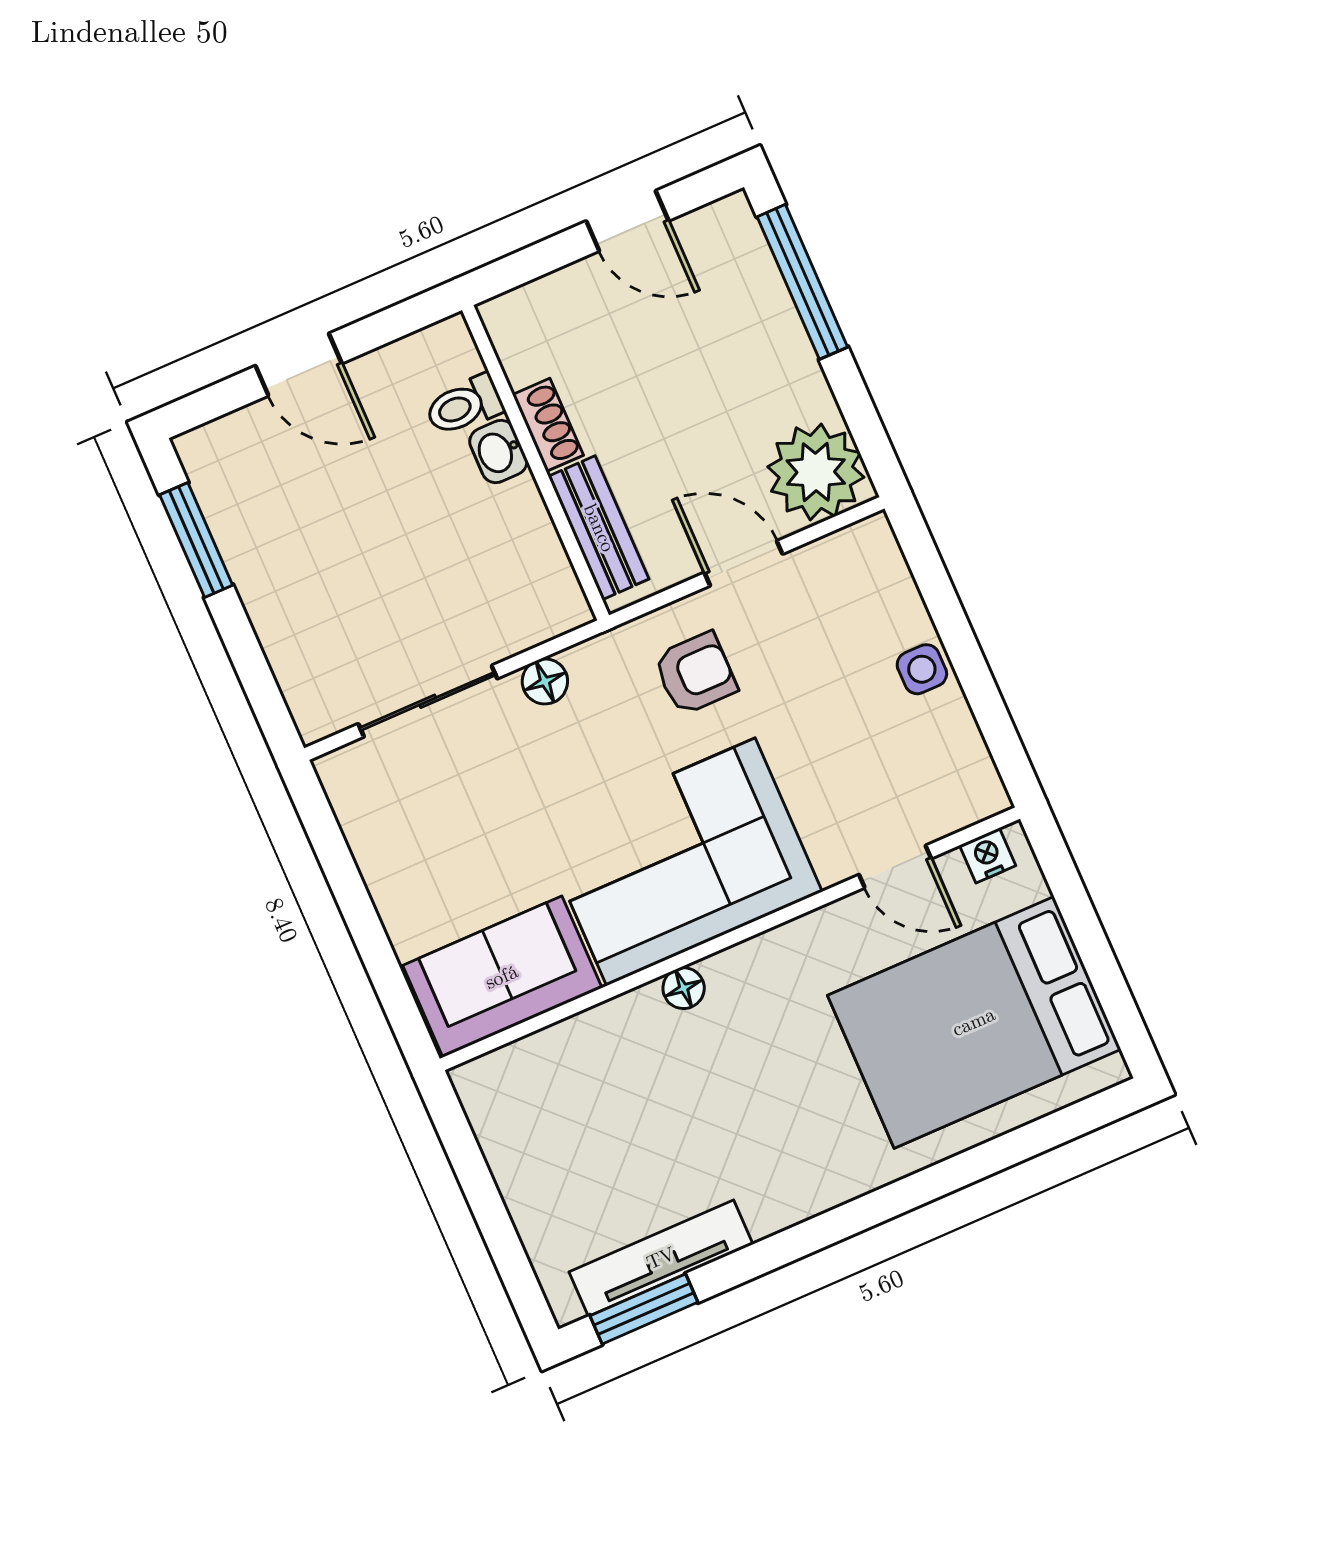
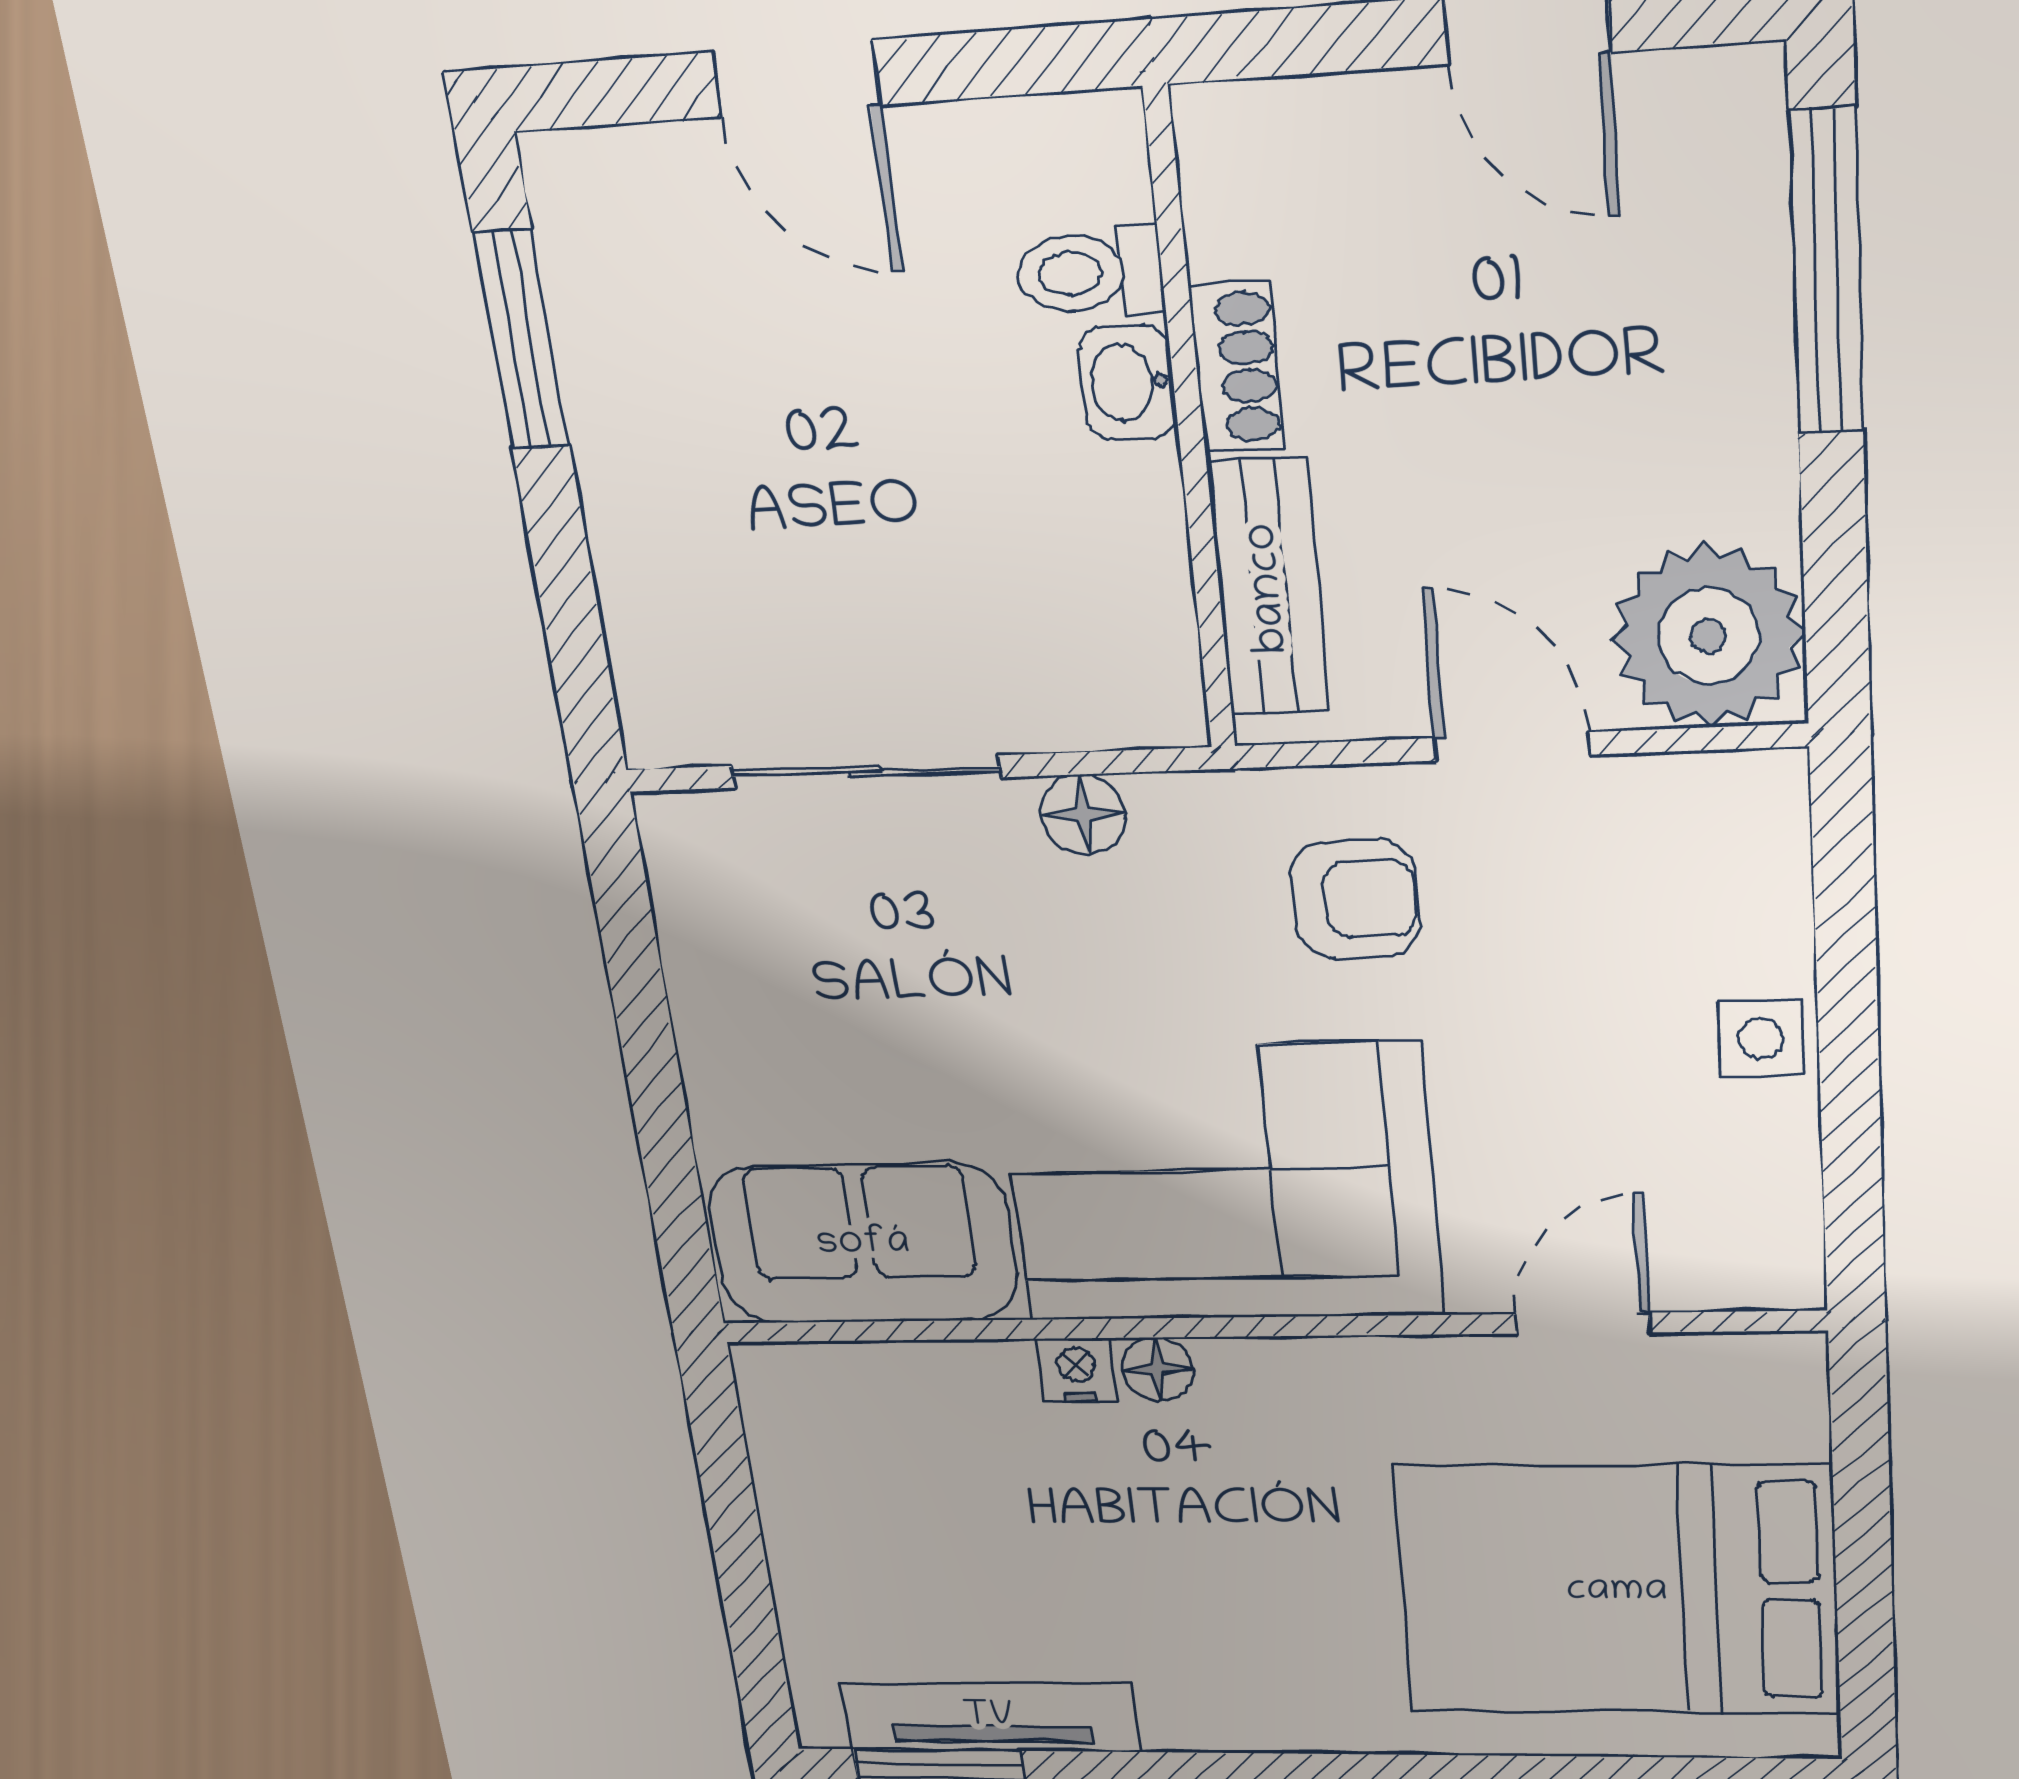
nightstand: (988, 855) -> (1077, 1370), moved
door: (895, 867) -> (1583, 1323), swing flipped

